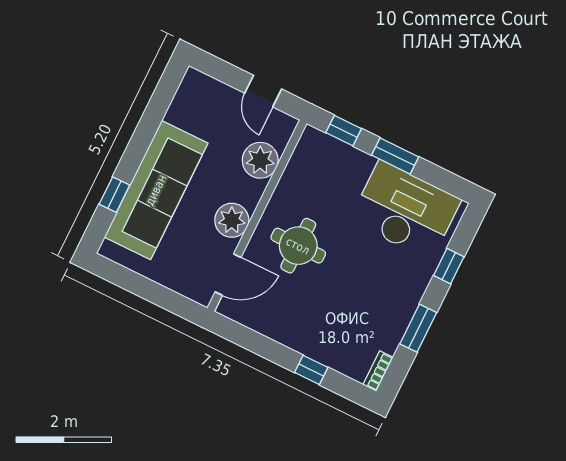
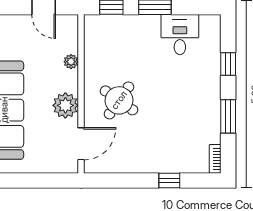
plant: (260, 160) -> (71, 62), width x0.53, depth x0.53
desk: (405, 210) -> (180, 35), width x0.53, depth x0.77
round table: (298, 246) -> (119, 100), turned 35

